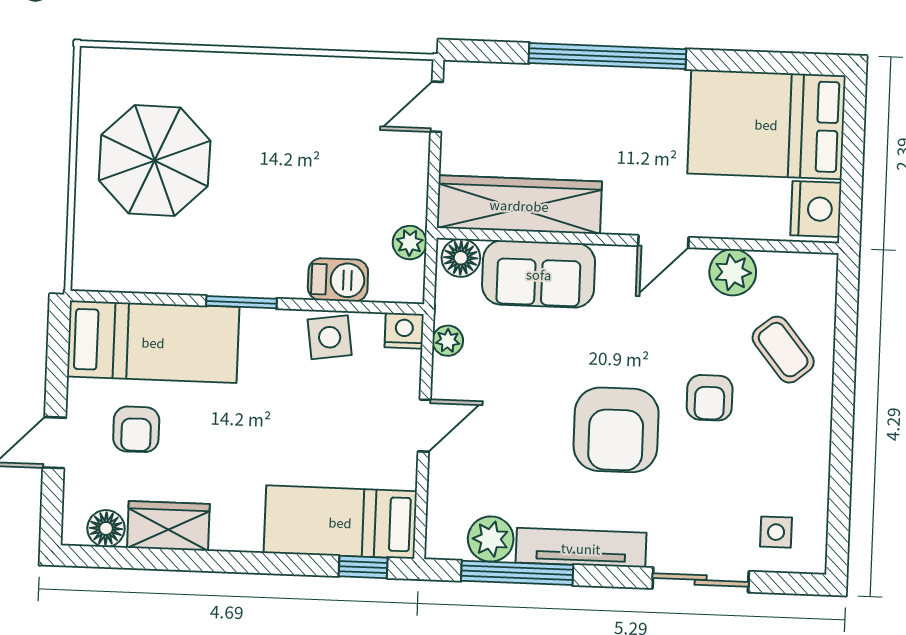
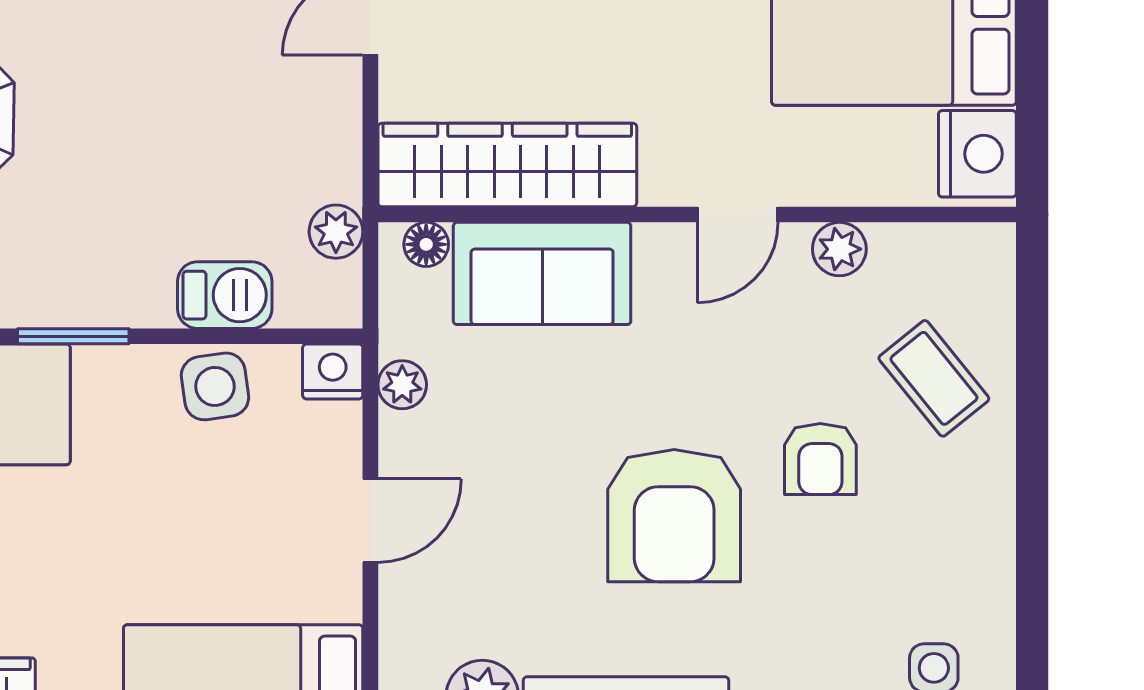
floor lamp: (461, 258) -> (426, 244), width x0.73, depth x0.73
plant: (733, 272) -> (839, 249), width x0.73, depth x0.73

